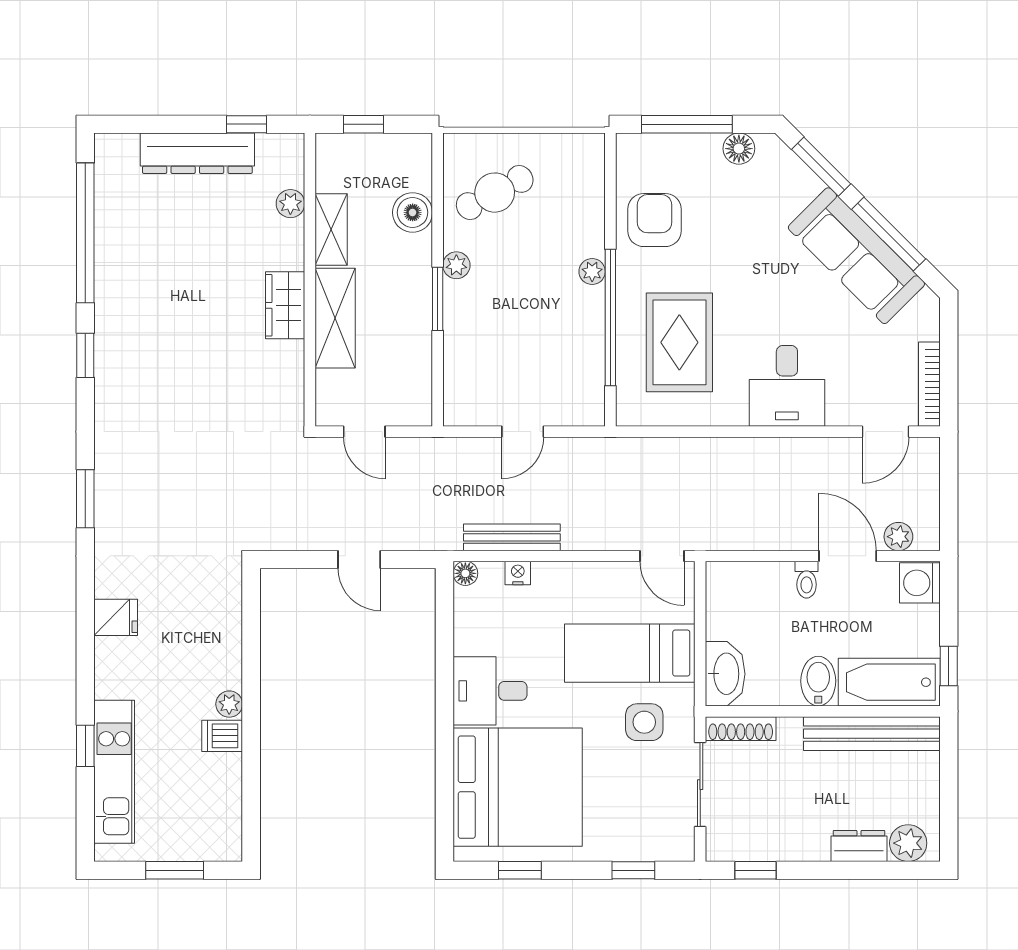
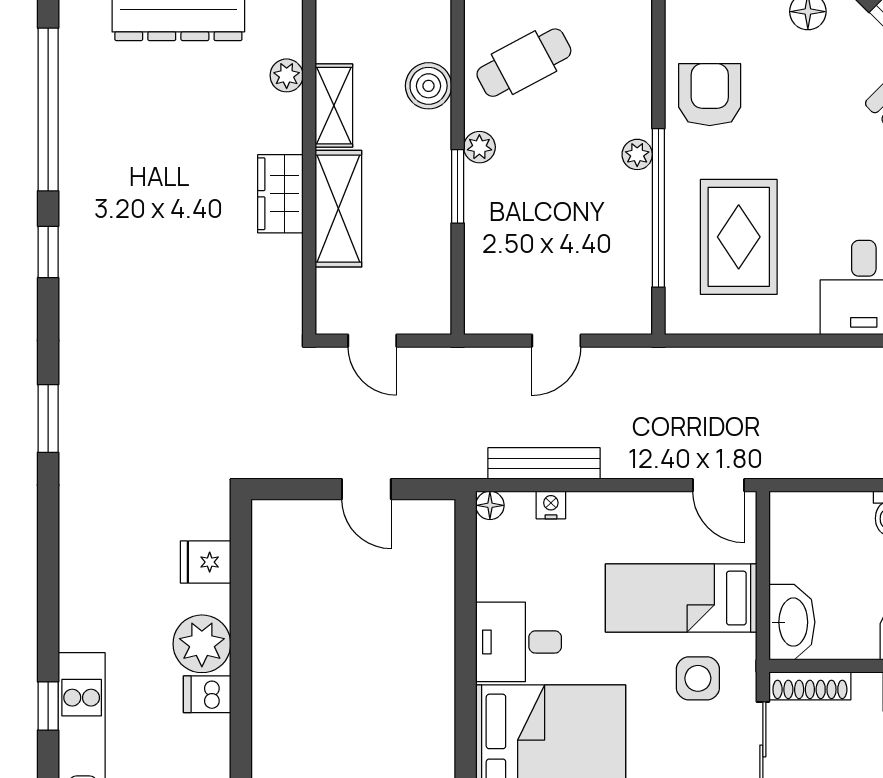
fridge: (116, 617) -> (206, 562), moved, turned 180
plant: (229, 704) -> (202, 644), width x1.88, depth x1.88

